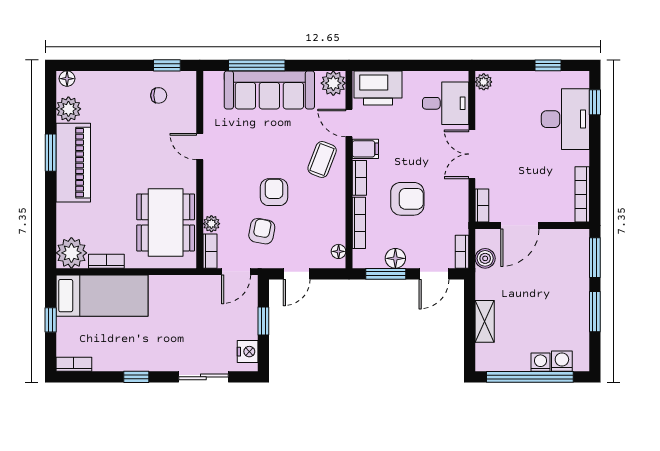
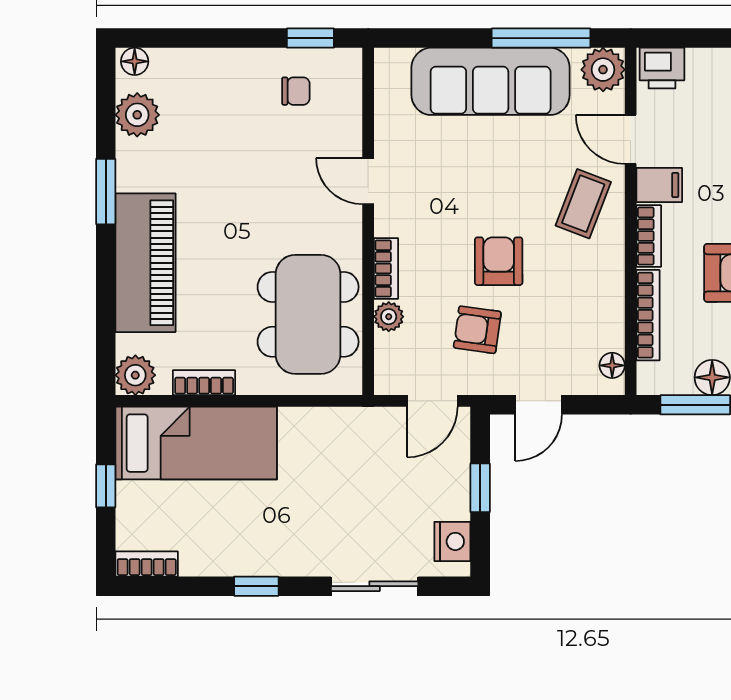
window: (257, 65) -> (541, 38), moved
printer: (378, 88) -> (662, 68), width x0.53, depth x0.68
piano: (73, 163) -> (145, 263), moved
armchair: (262, 231) -> (477, 330), turned -93
bookcase: (210, 251) -> (386, 268), moved
plant: (71, 253) -> (135, 375), width x0.73, depth x0.73

